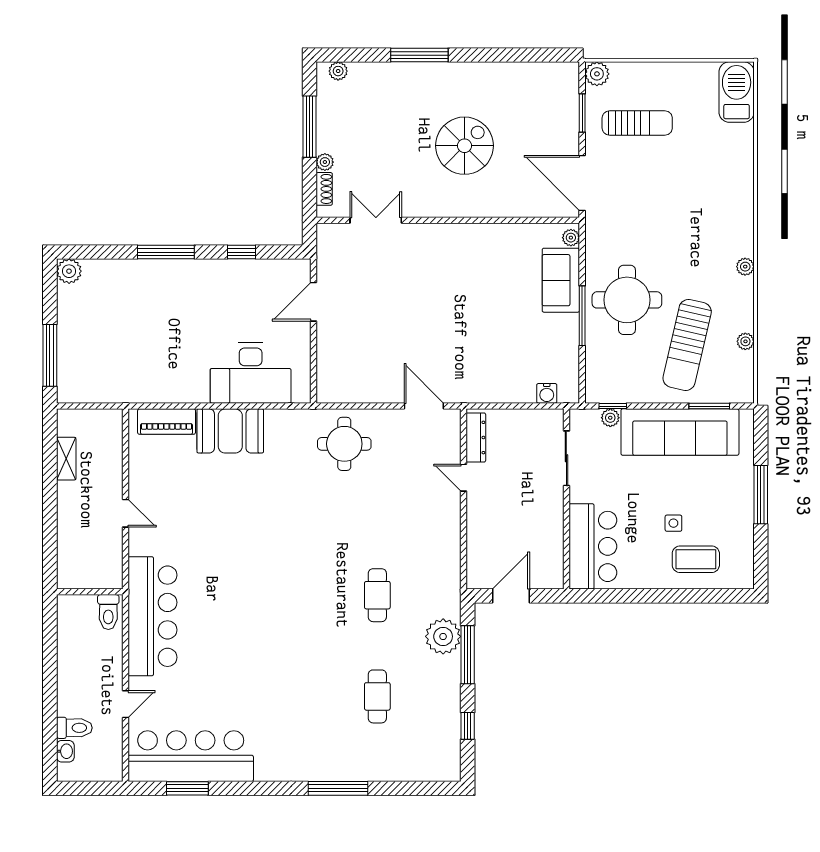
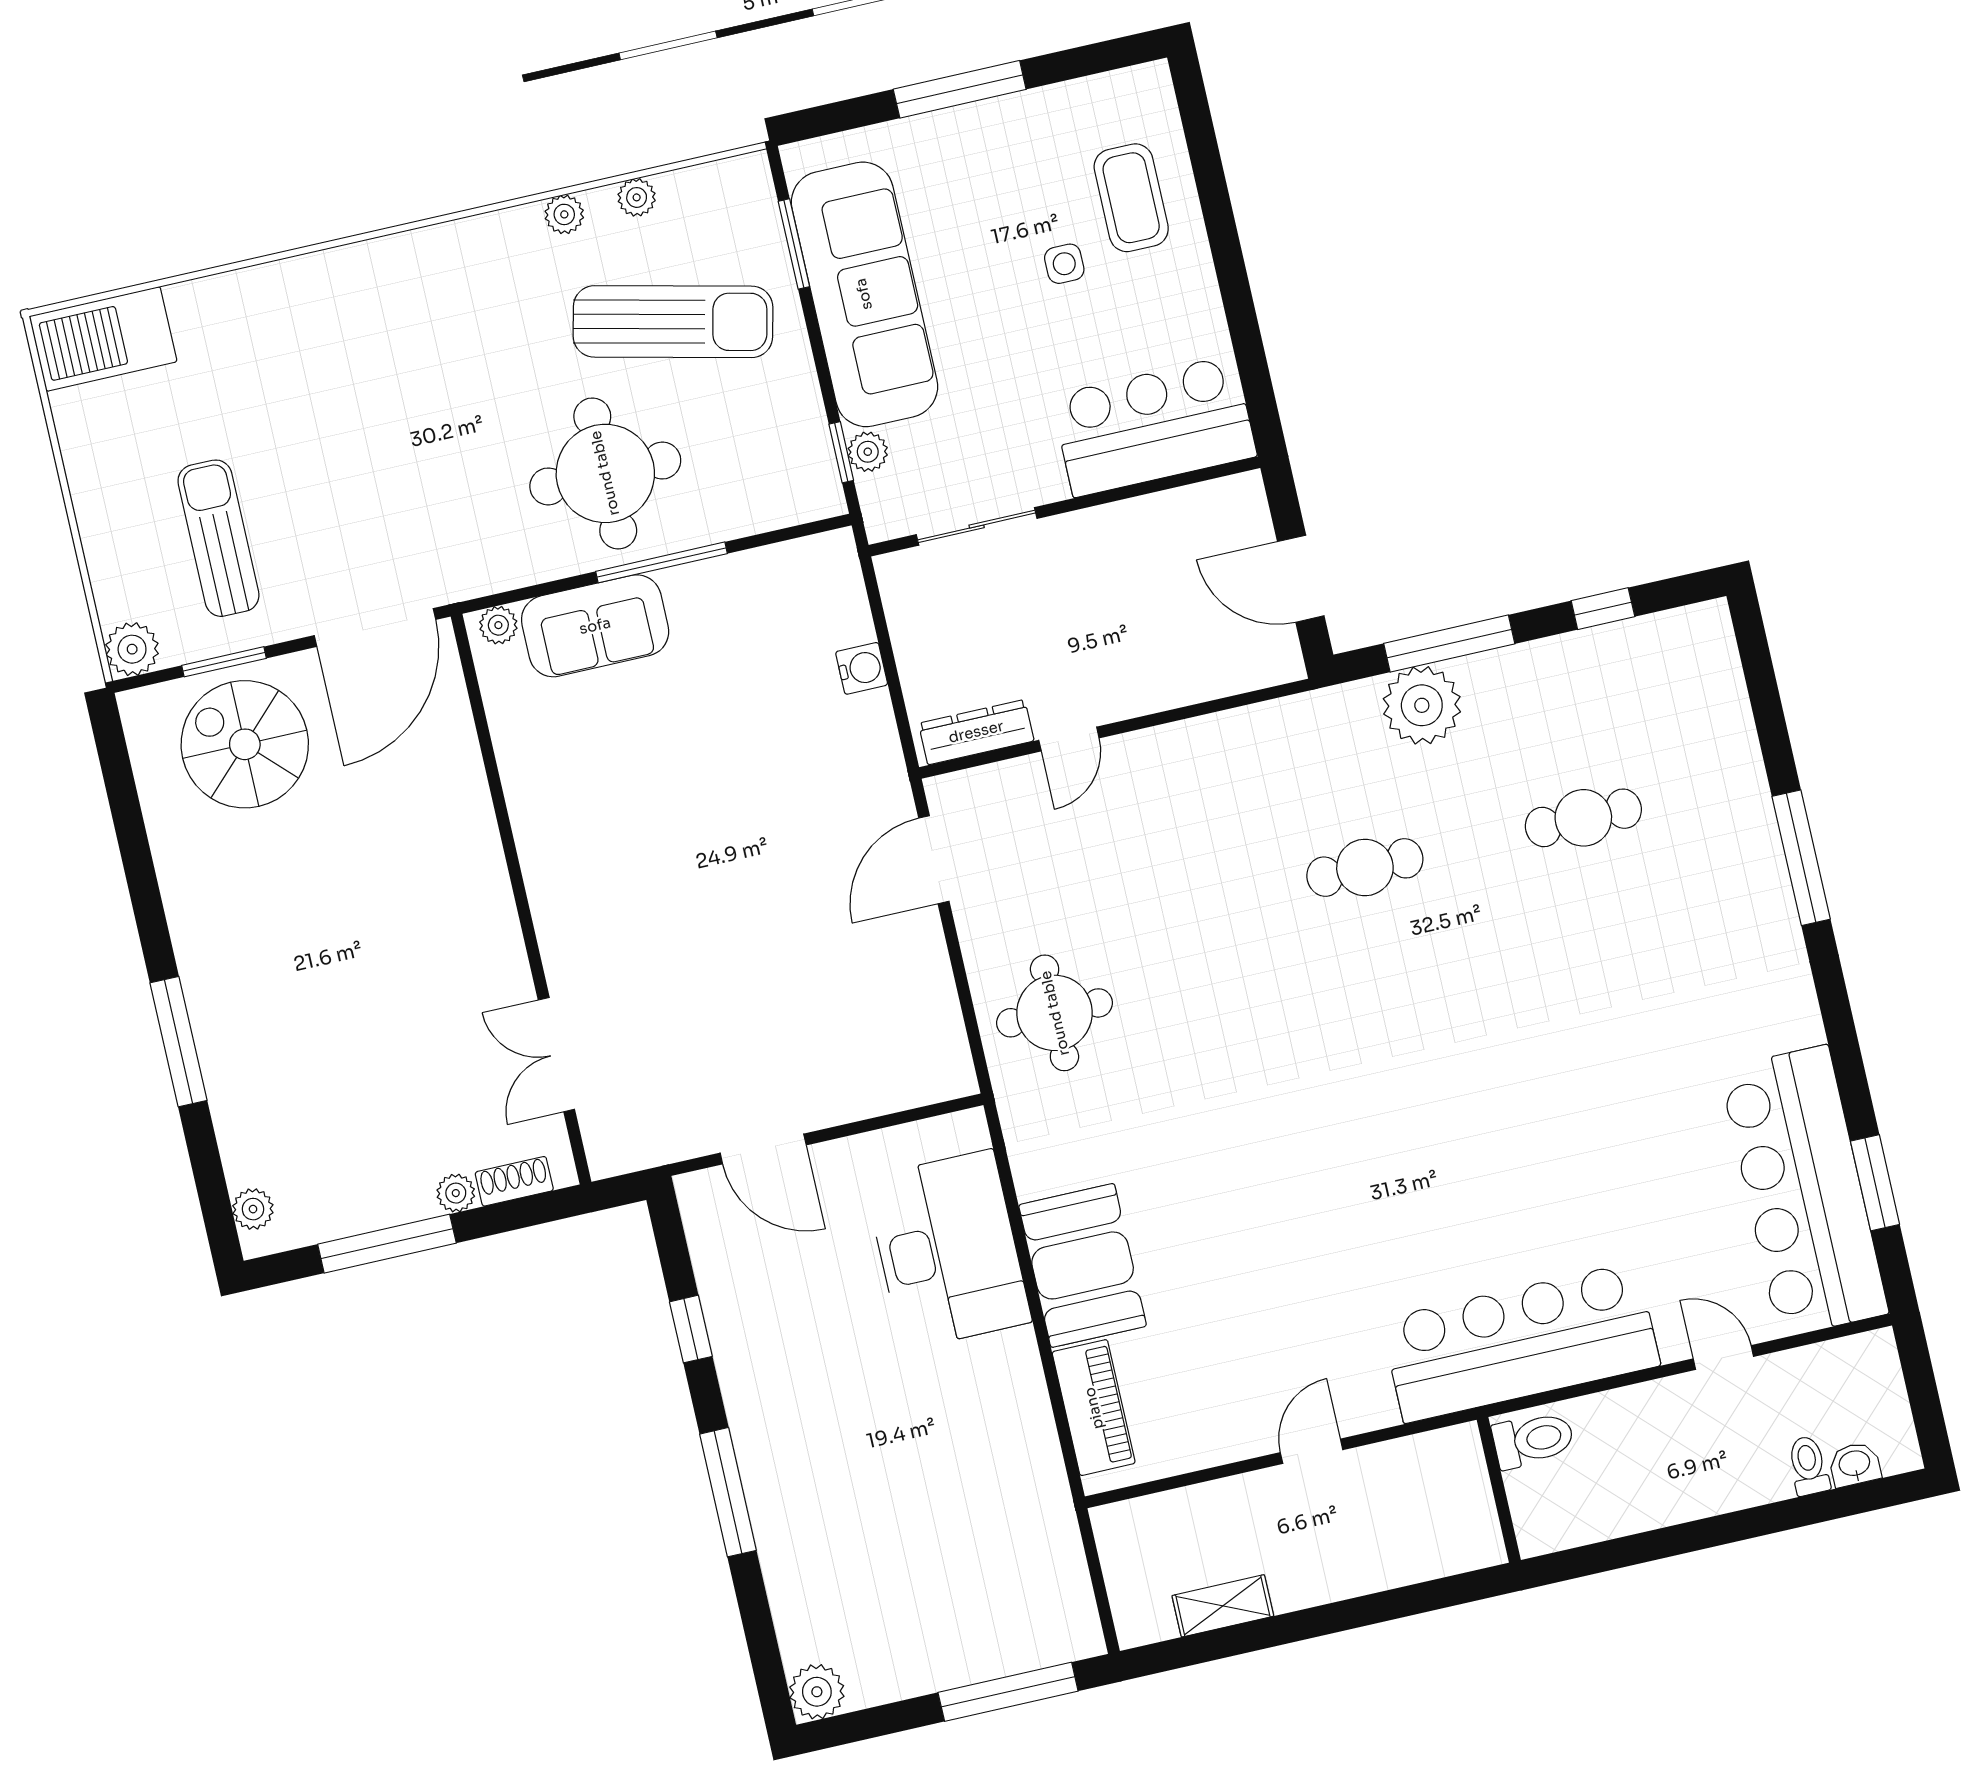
spiral stairs: (464, 146) -> (245, 744), moved
plant: (745, 267) -> (564, 214), moved
water cooler: (547, 393) -> (862, 668), moved
toilet: (74, 728) -> (1808, 1466), width x0.73, depth x0.72

